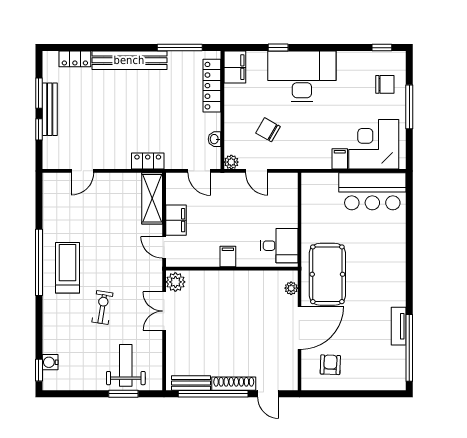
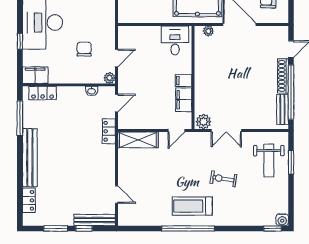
locker: (212, 86) -> (43, 93), width x0.66
bench: (50, 109) -> (95, 220), moved
chair: (268, 130) -> (84, 49), turned 150
locker: (148, 161) -> (109, 131), moved
filing cabinet: (176, 220) -> (184, 100), moved, turned -90
water cooler: (50, 362) -> (282, 220), moved
weight bench: (126, 365) -> (269, 160), turned -90

